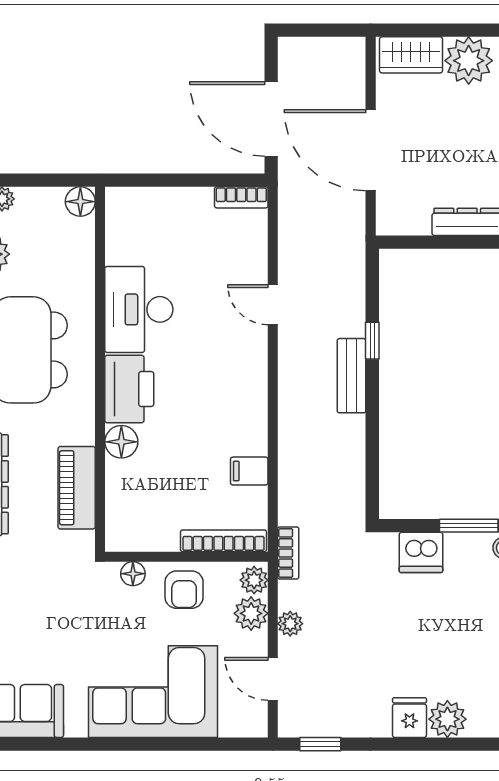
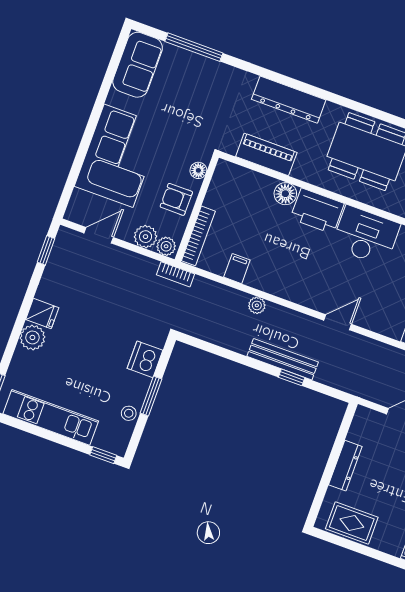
bench: (352, 376) -> (283, 359), width x1.36
plant: (290, 624) -> (257, 305), moved

